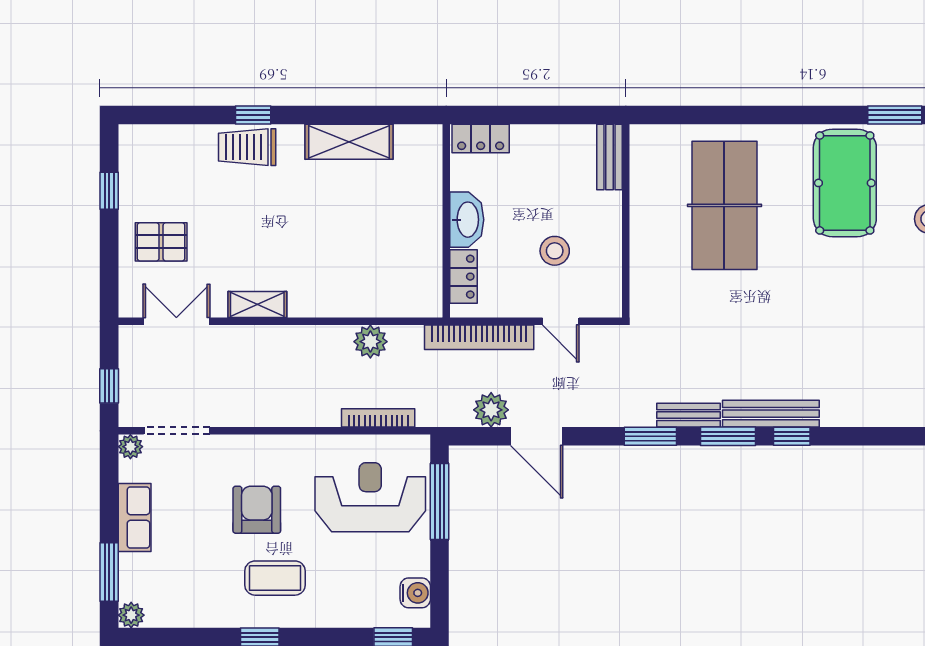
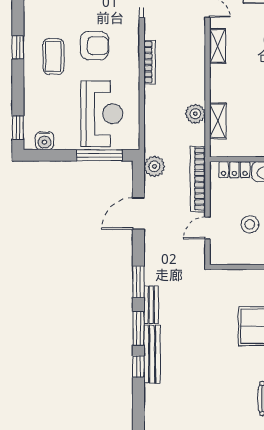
shelving: (382, 304) -> (218, 121), added
plant: (491, 410) -> (154, 166), moved
bookcase: (378, 418) -> (150, 62), moved

